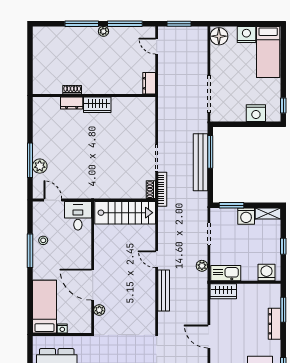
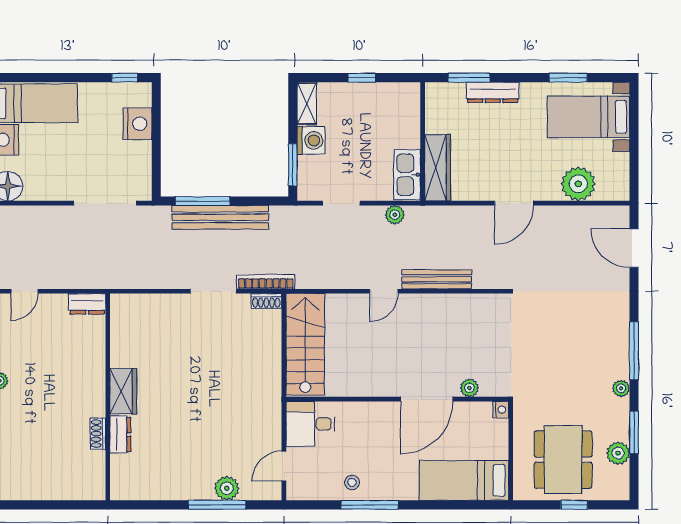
washing machine: (266, 273) -> (406, 106), removed
wardrobe: (223, 291) -> (438, 168), width x1.50
nightstand: (62, 329) -> (501, 410), moved

